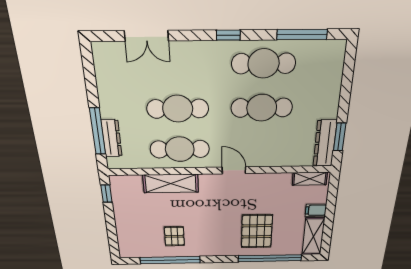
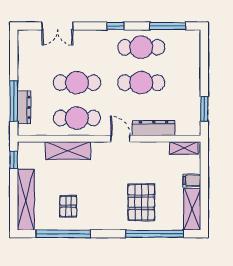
dresser: (325, 143) -> (154, 128), moved, turned 90
shelving: (125, 231) -> (26, 200), added

